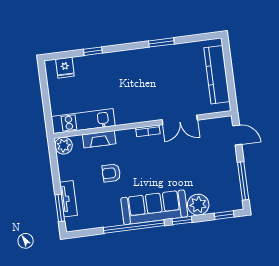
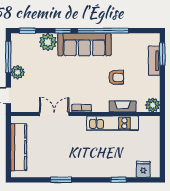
kitchen unit: (83, 121) -> (113, 123), moved
plant: (230, 164) -> (18, 72), added

